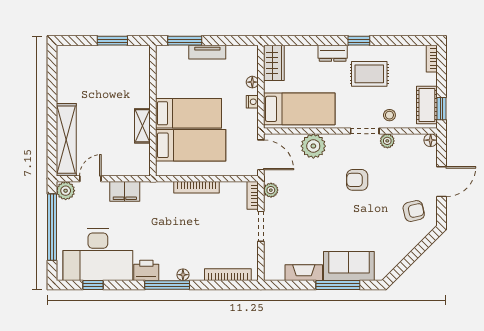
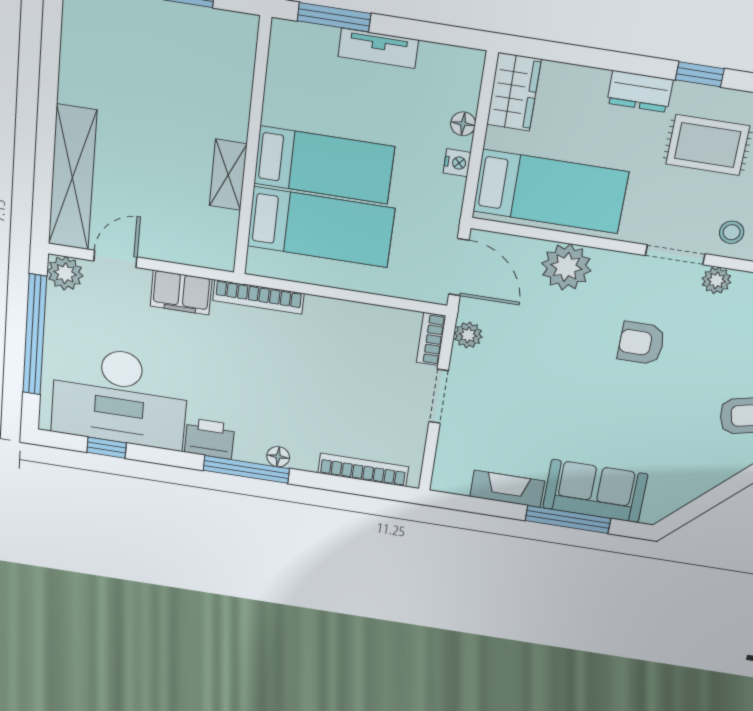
bookcase: (197, 187) -> (258, 297), moved

